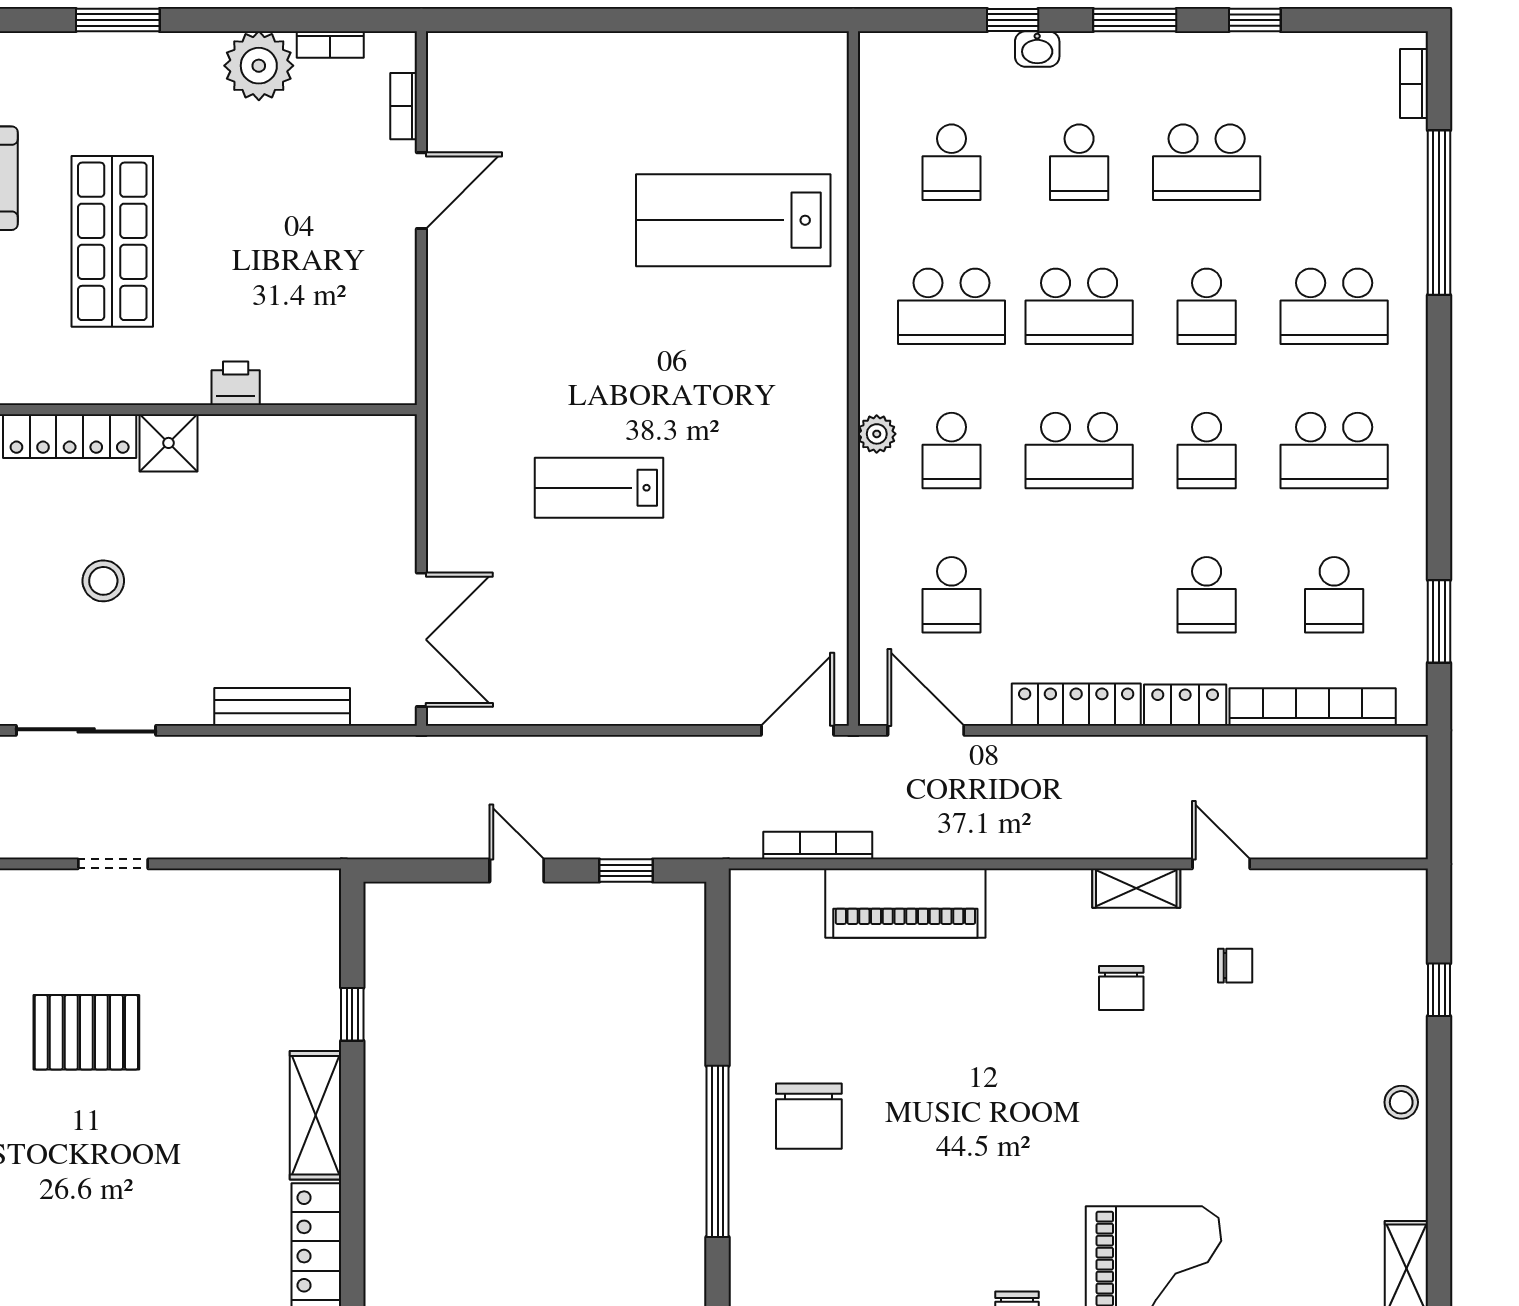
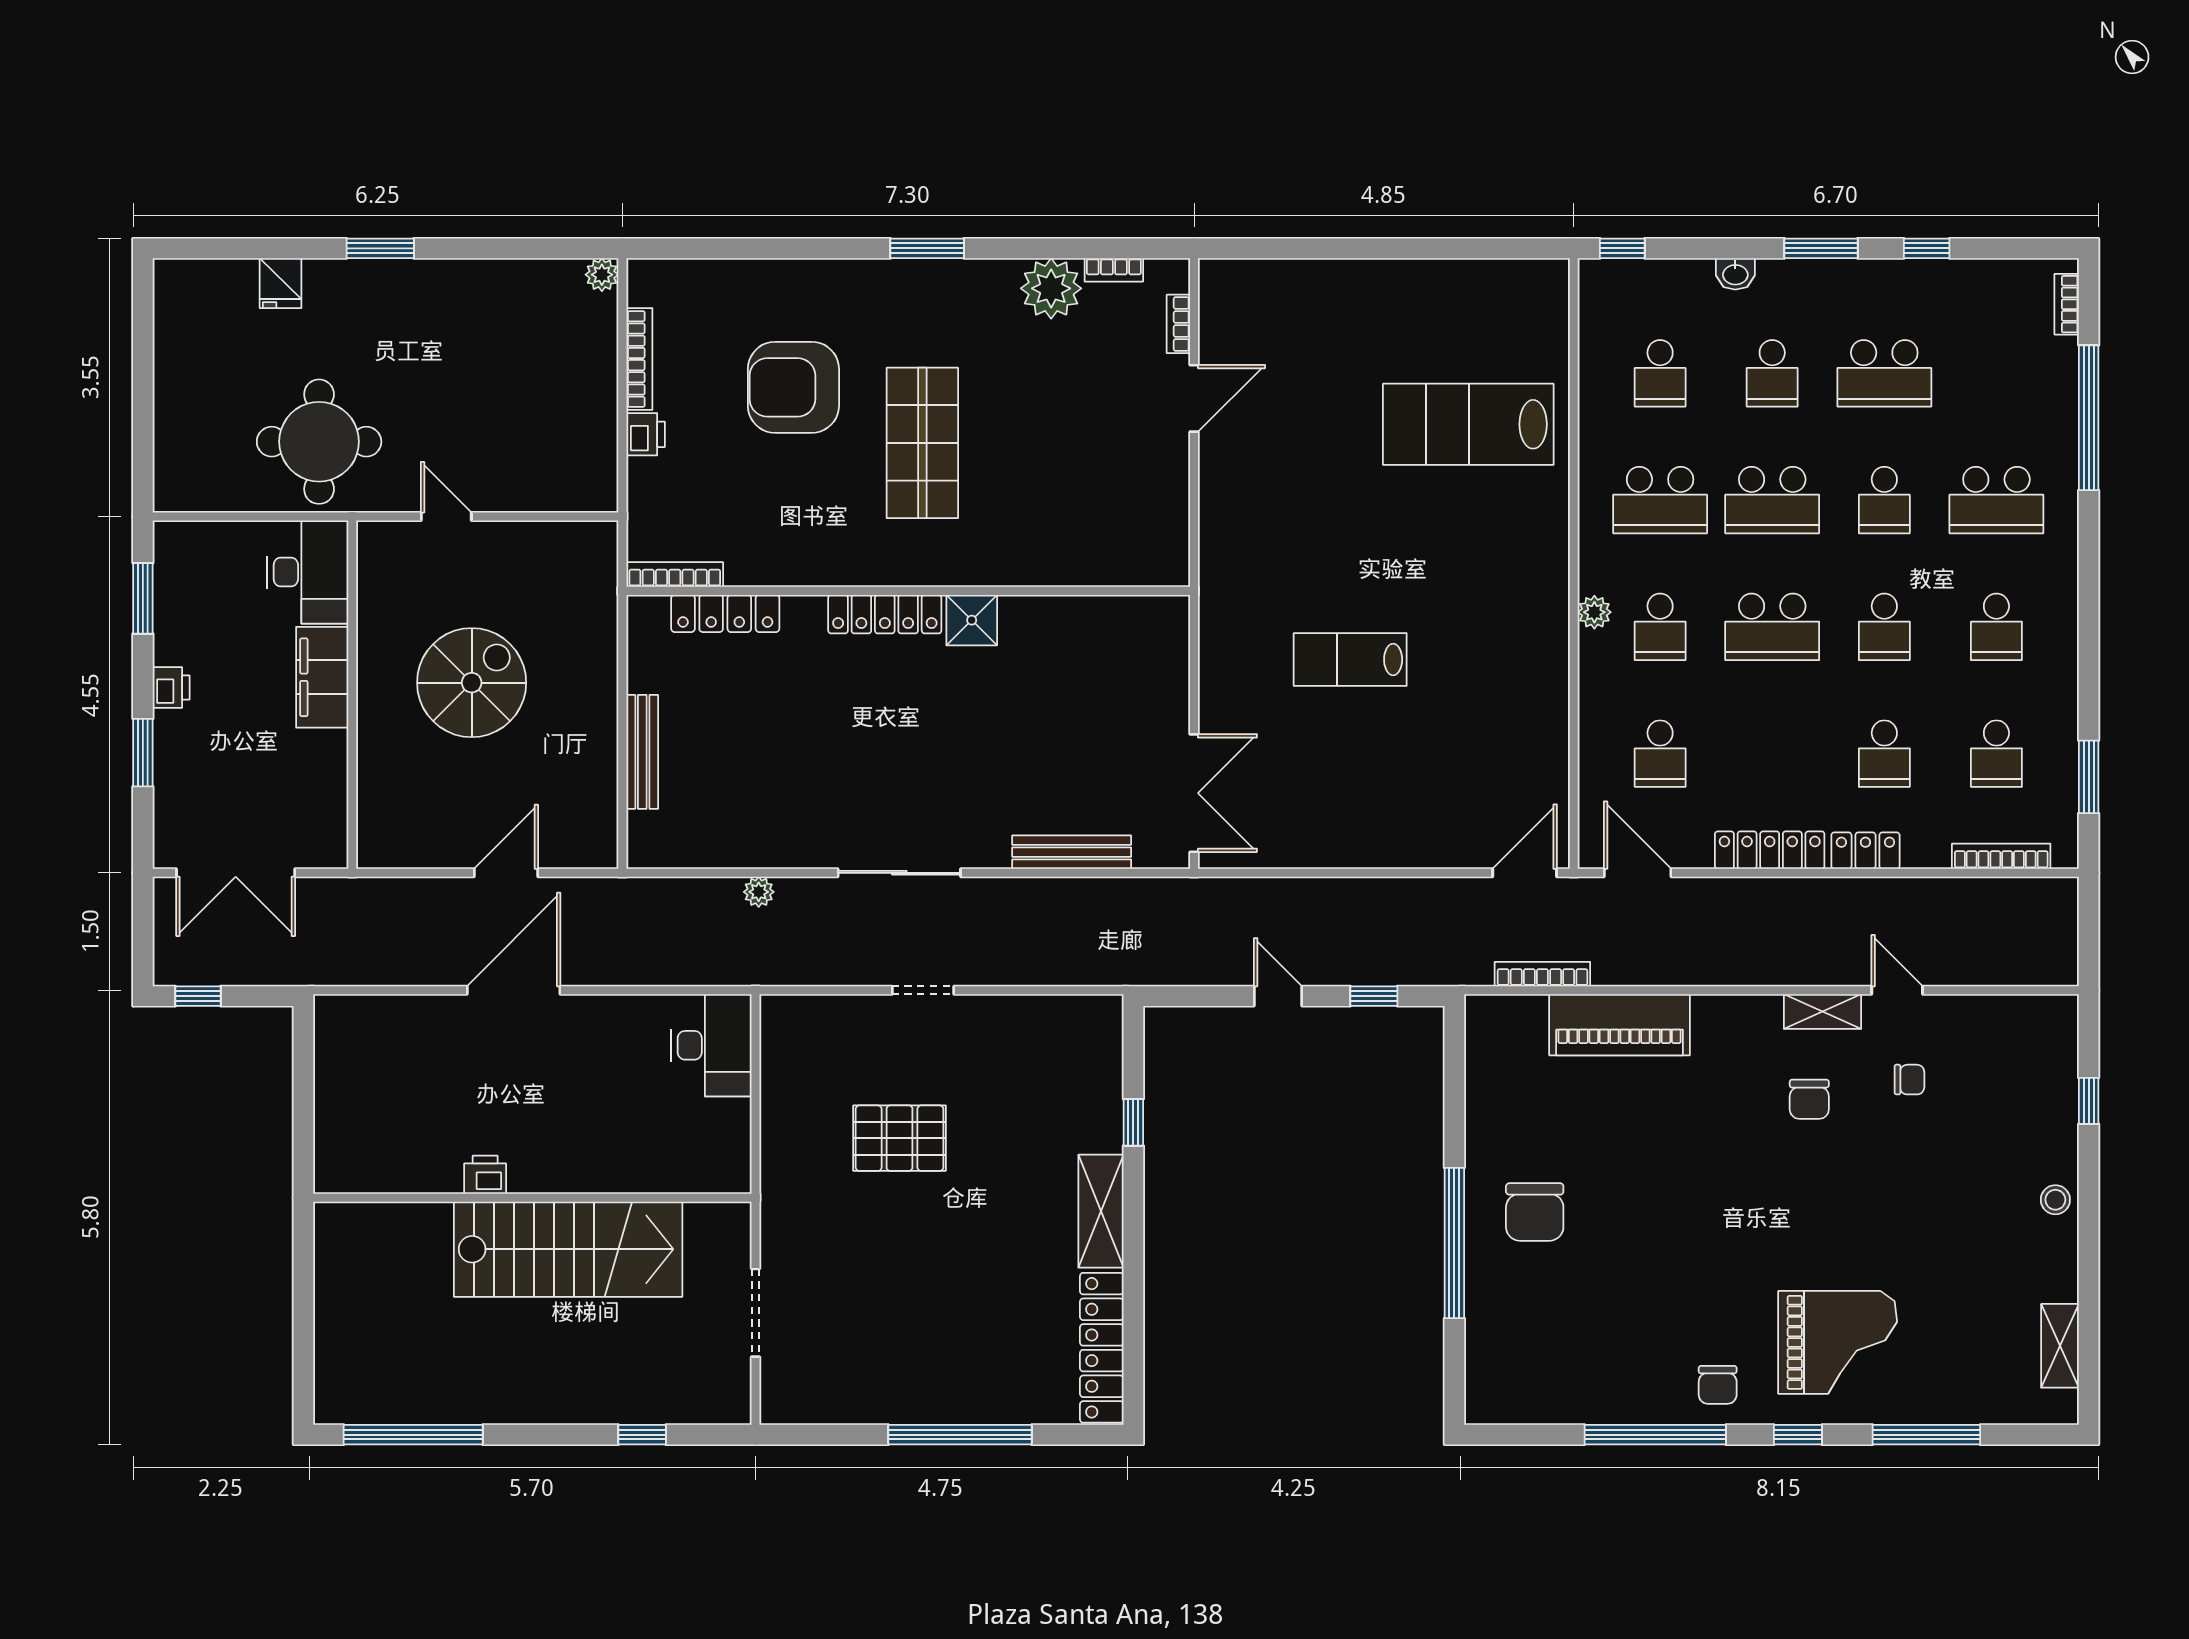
window: (1013, 20) -> (1622, 248), moved
printer: (236, 383) -> (1031, 568), removed
school desk: (1334, 451) -> (1996, 627), width x0.54
stool: (103, 581) -> (914, 741), removed
bookcase: (1313, 707) -> (2001, 856), width x0.68, depth x0.76

